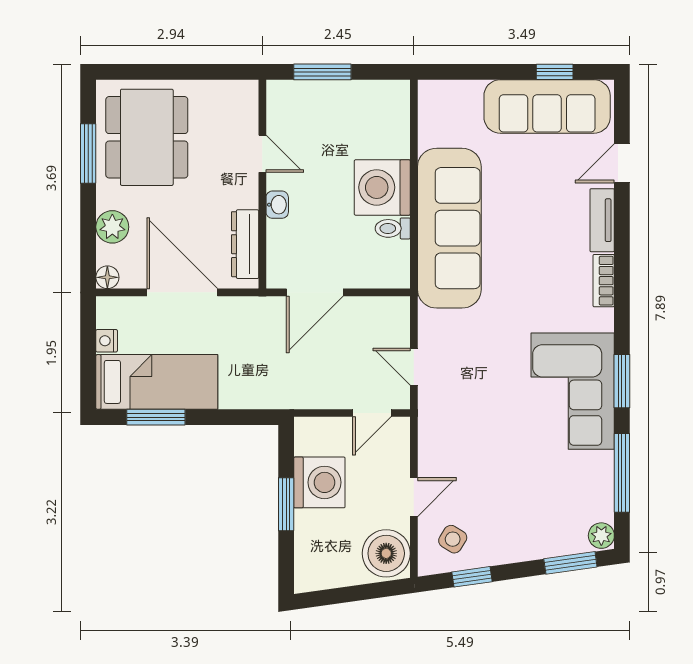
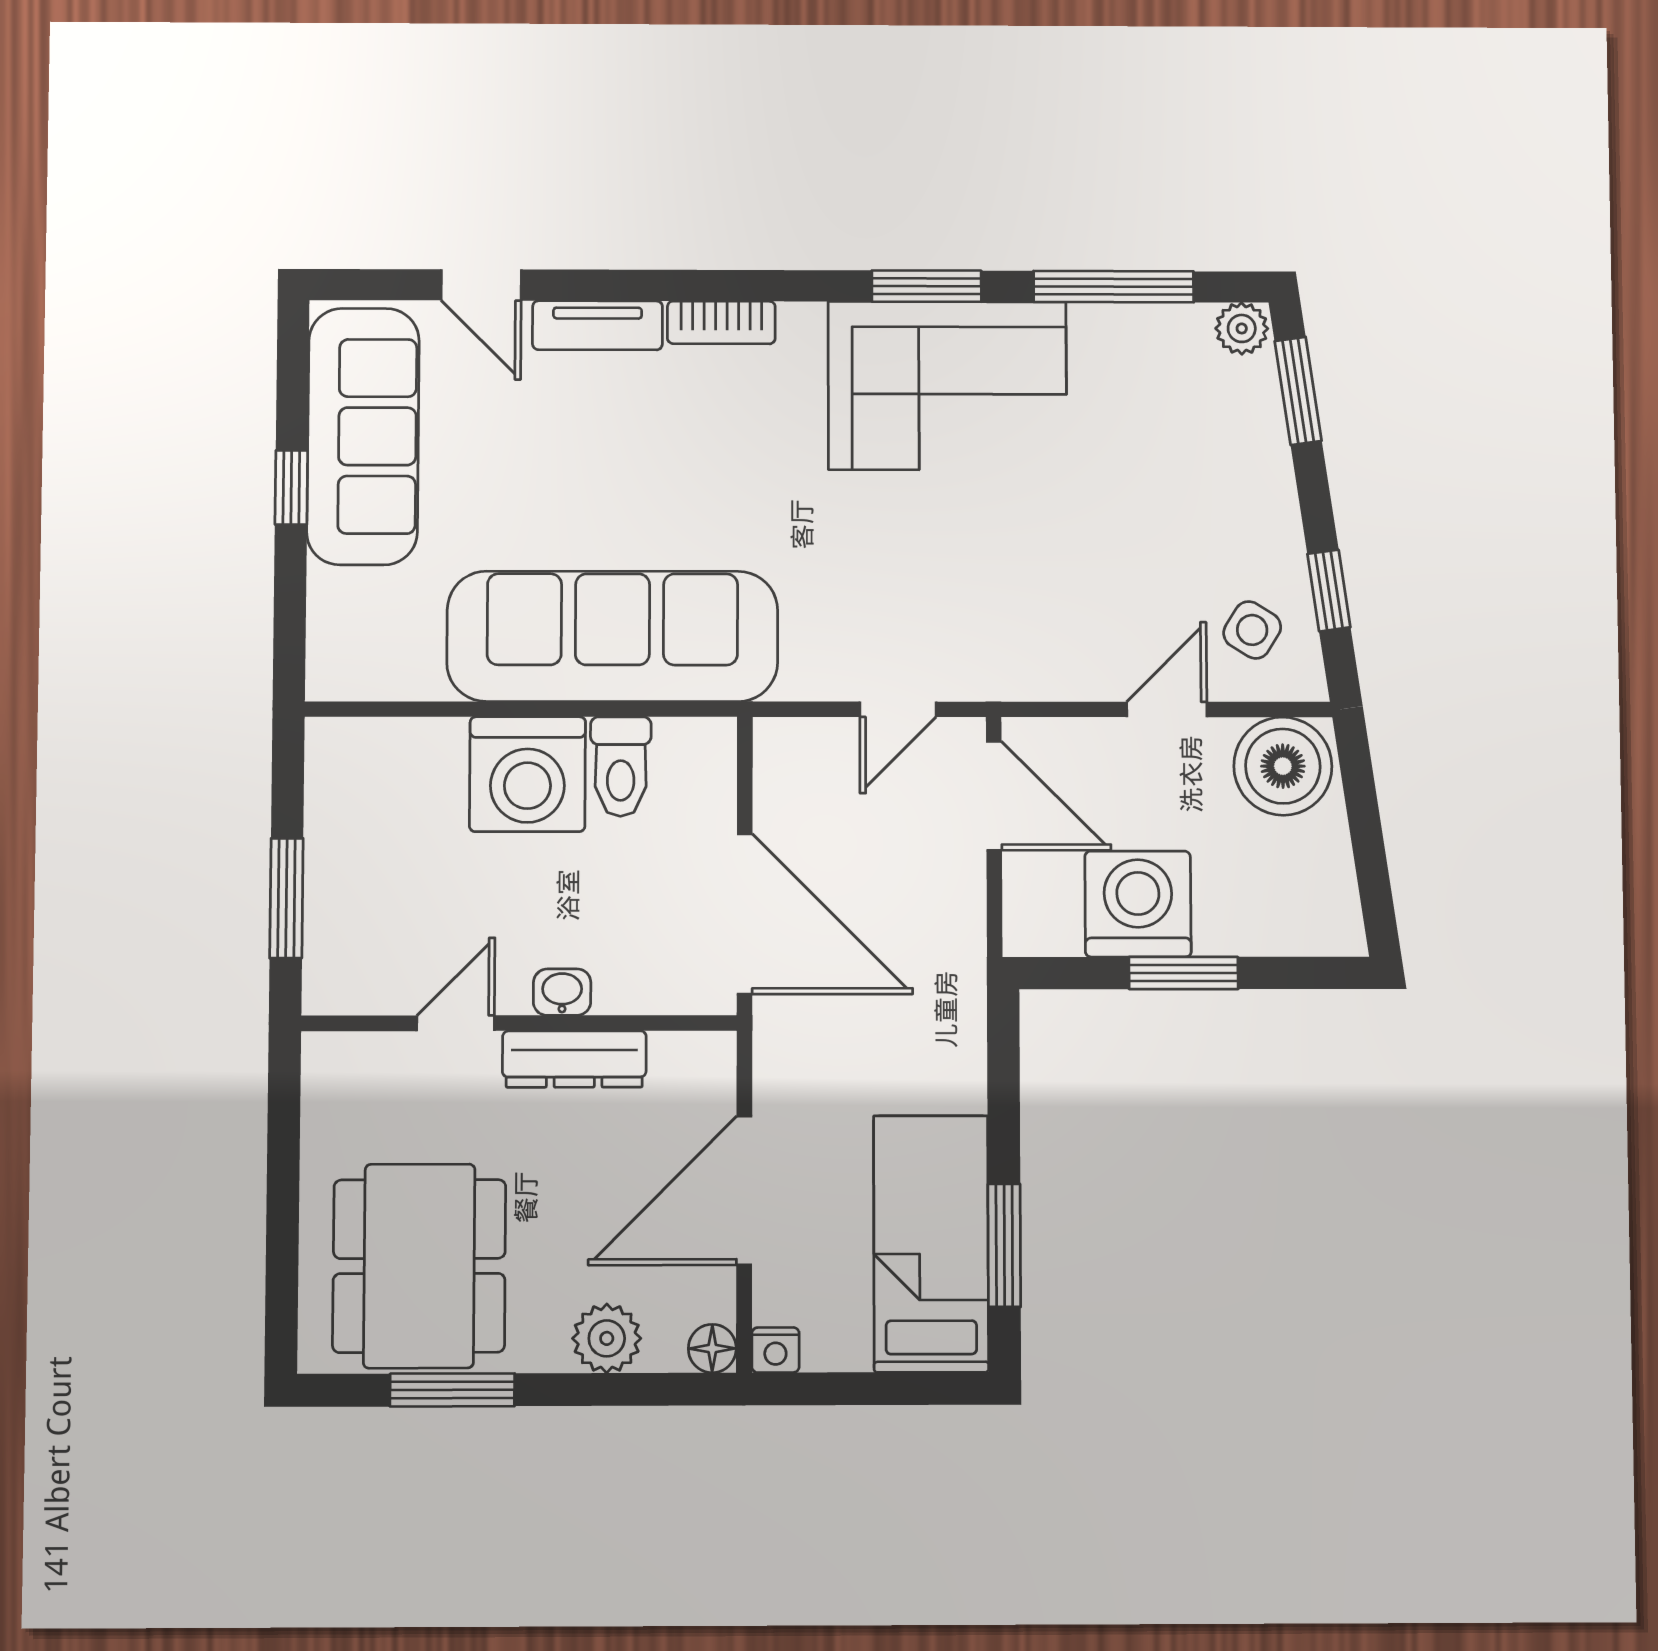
window: (555, 72) -> (291, 488), moved
dining table: (147, 137) -> (419, 1266), turned 90
toilet: (393, 228) -> (621, 767), width x1.37, depth x1.39
dresser: (245, 244) -> (574, 1059), moved
door: (315, 292) -> (745, 914), width x1.36
nightstand: (107, 341) -> (775, 1350), moved
door: (372, 413) -> (994, 796), width x1.38
door: (414, 497) -> (1167, 709), hinge flipped

